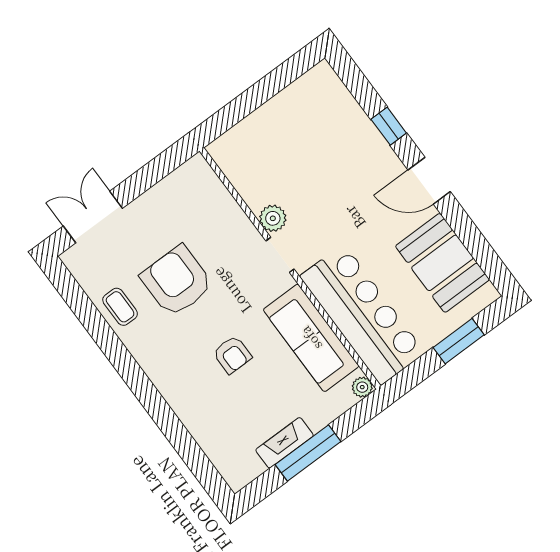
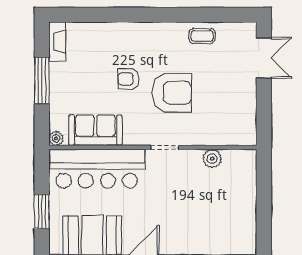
plant: (273, 218) -> (212, 159), moved
armchair: (177, 281) -> (172, 93), moved
sofa: (311, 338) -> (95, 130), width x0.73
fireplace: (285, 443) -> (57, 41), moved

